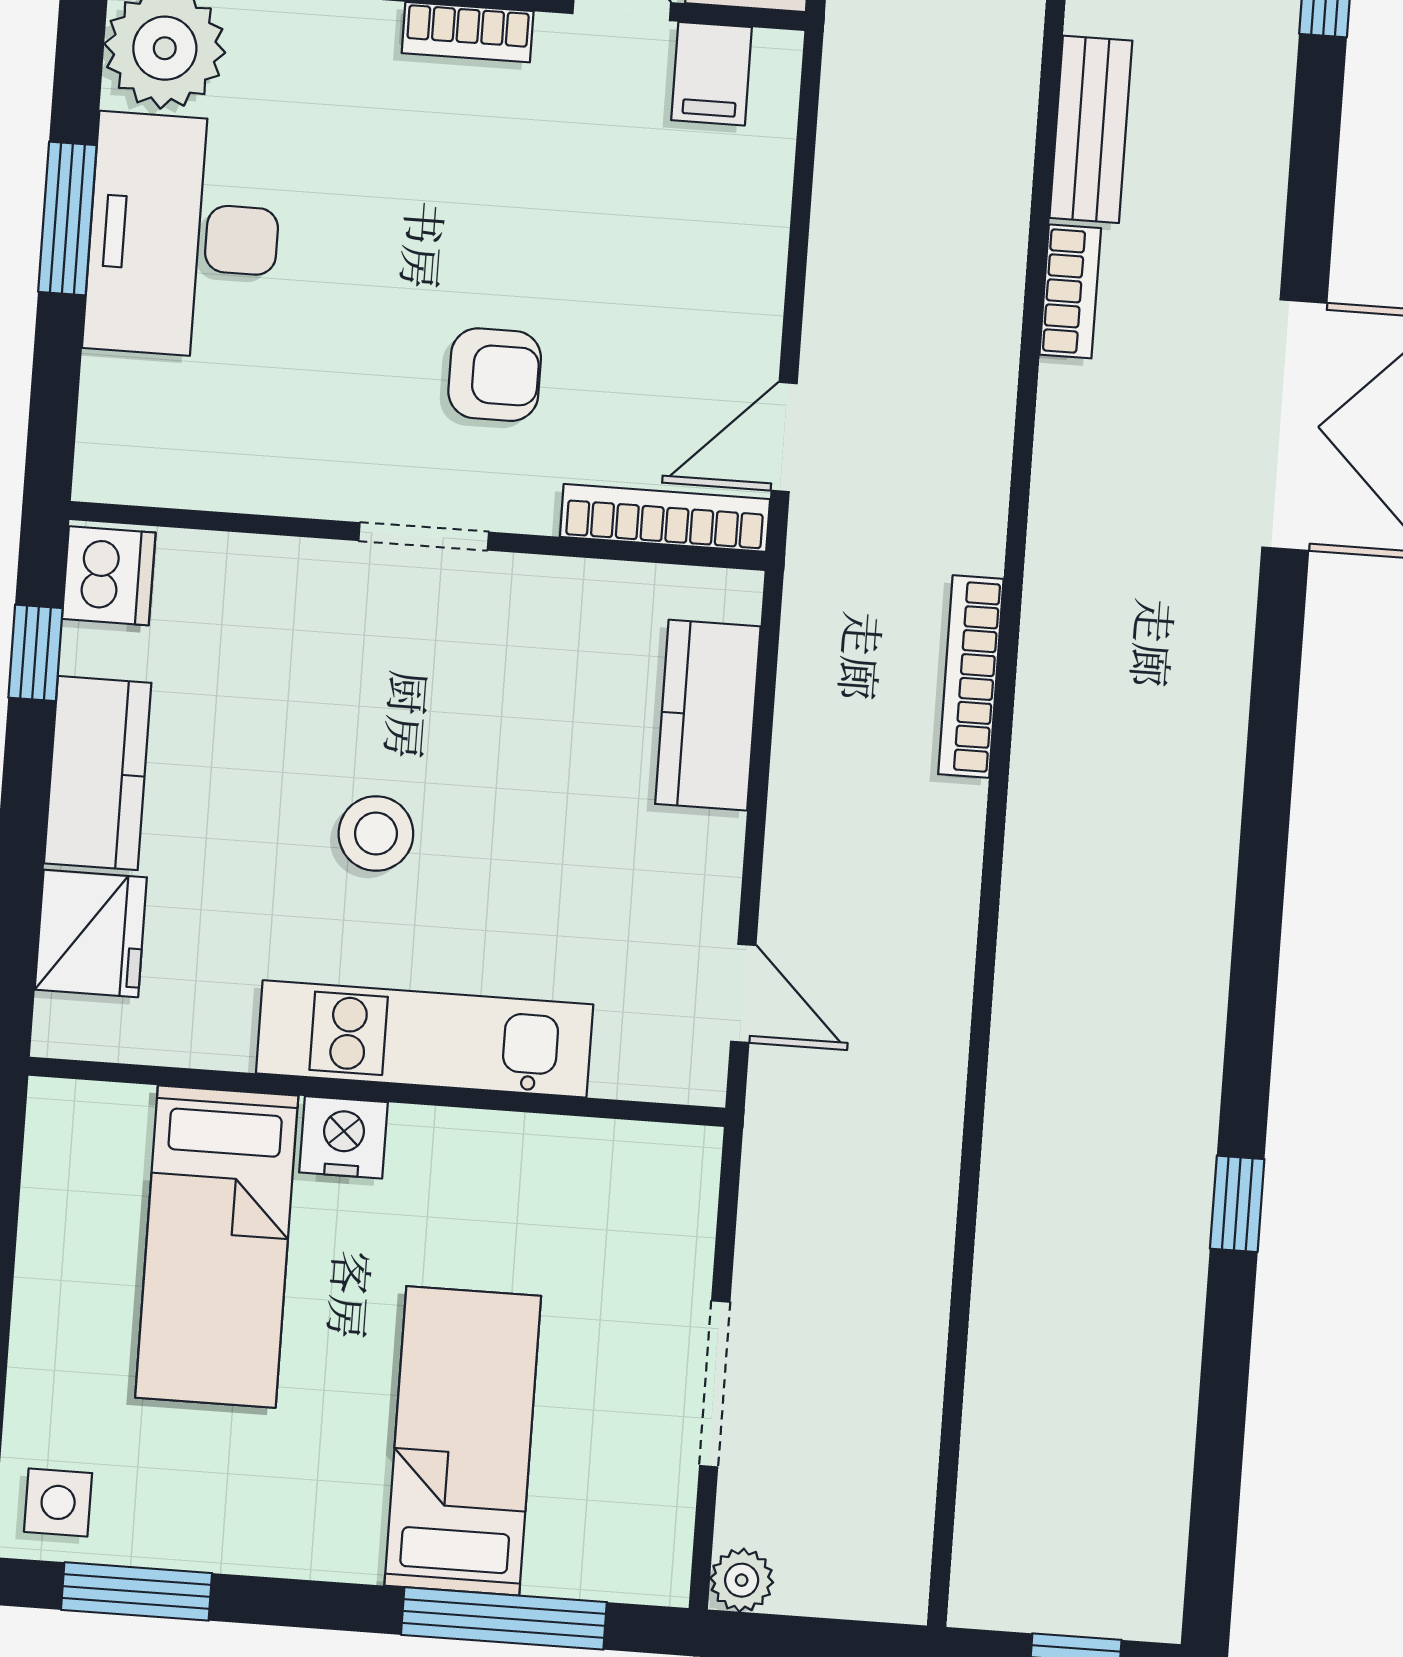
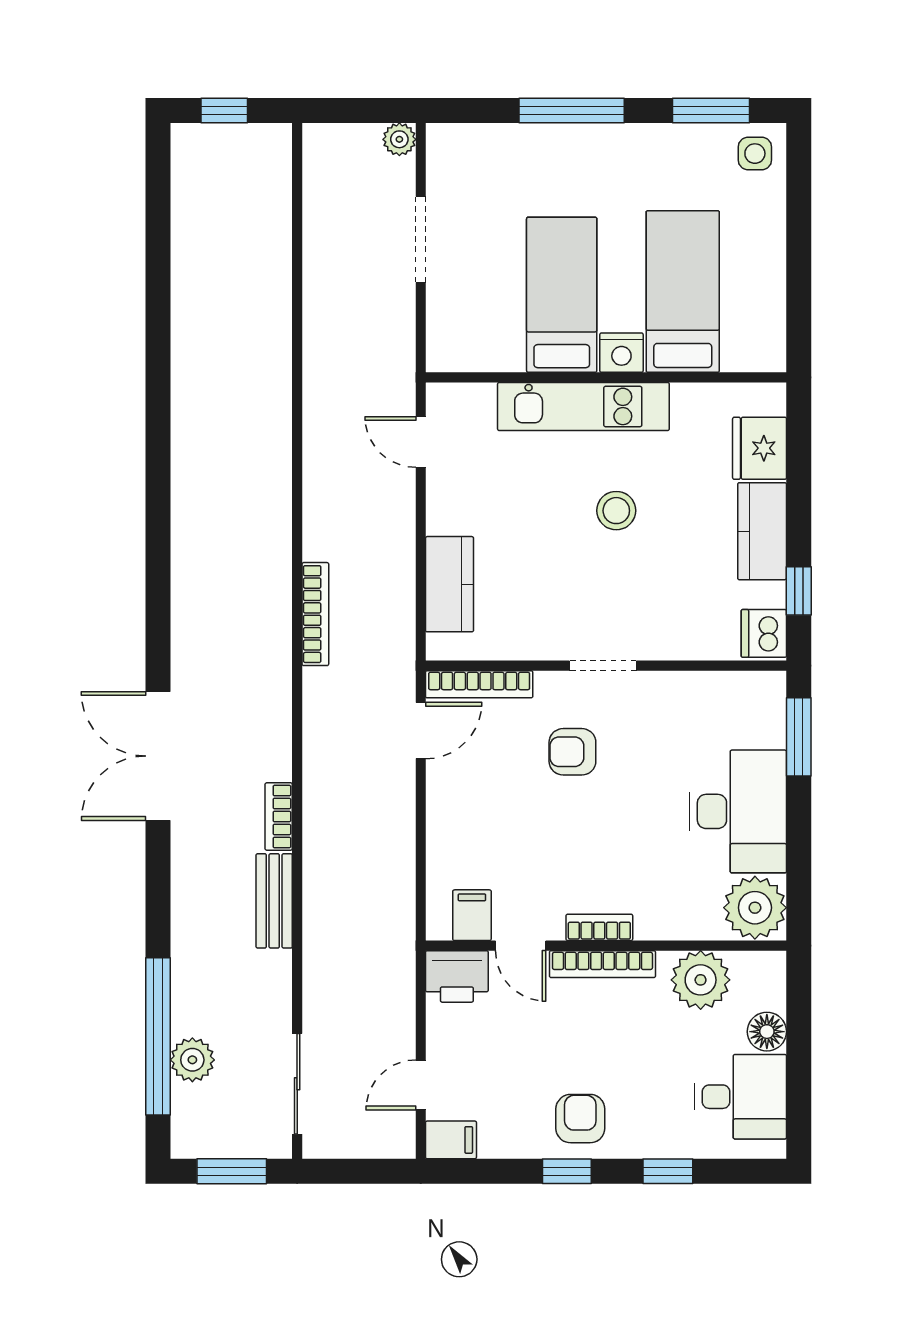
window: (67, 218) -> (799, 737), moved
window: (1237, 1204) -> (158, 352), removed
bed: (463, 1441) -> (562, 295), moved, turned 180
window: (504, 1618) -> (572, 111), moved

